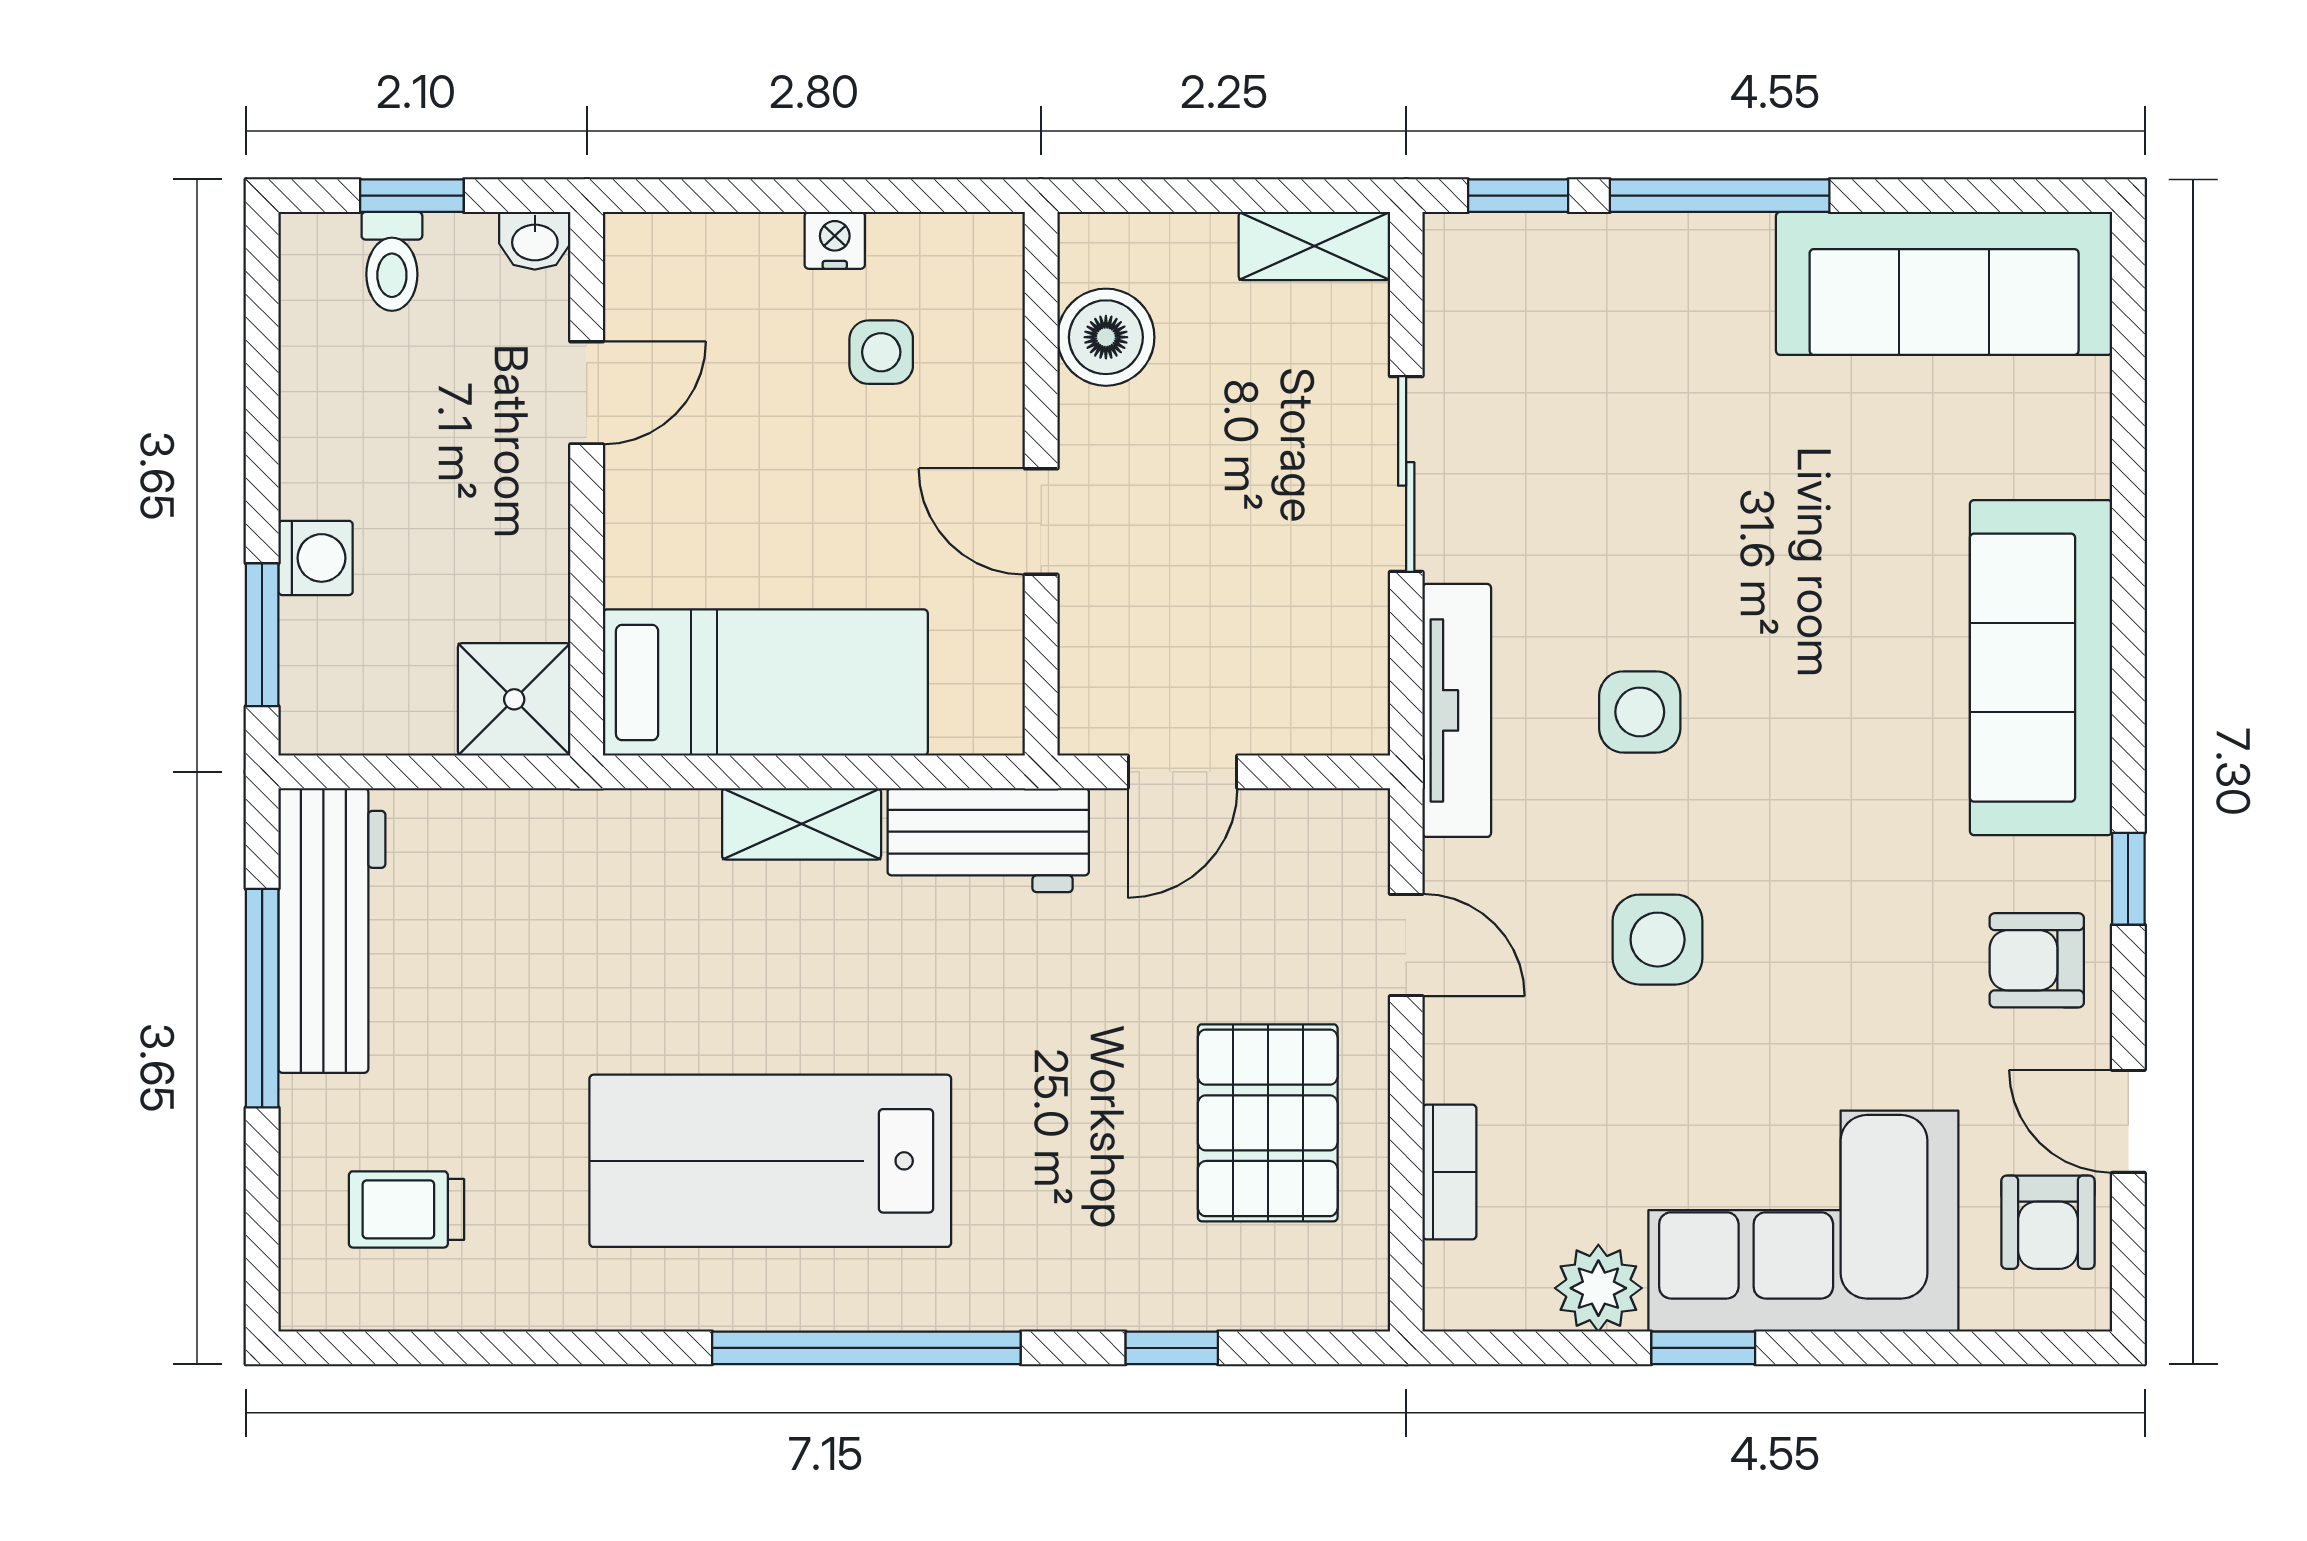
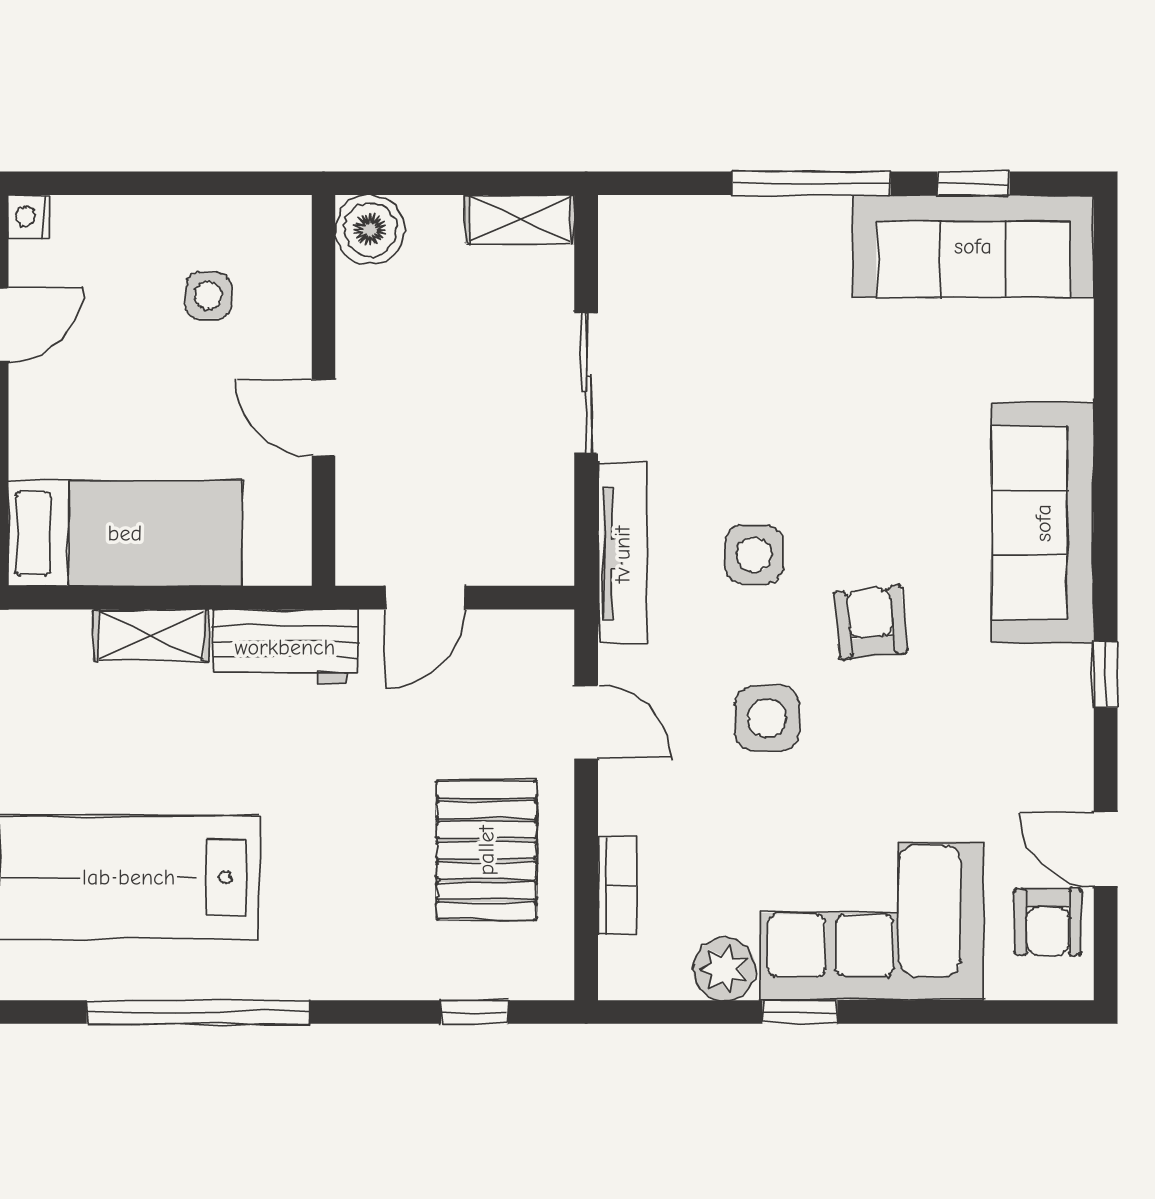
window: (1518, 196) -> (973, 183), moved
nightstand: (835, 240) -> (29, 217), moved, turned -90
boiler: (1106, 337) -> (370, 230), moved
armchair: (2037, 960) -> (870, 622), moved, turned 84
window: (1172, 1348) -> (474, 1012), moved

